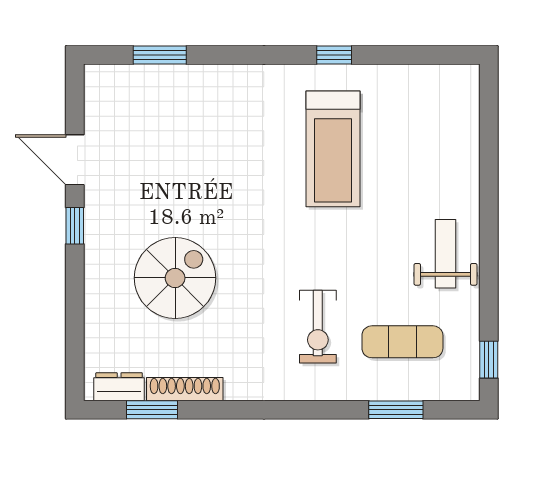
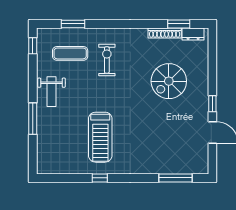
window: (160, 55) -> (175, 178), width x1.44
treadmill: (333, 149) -> (100, 137), turned 180
window: (489, 191) -> (33, 119), added

